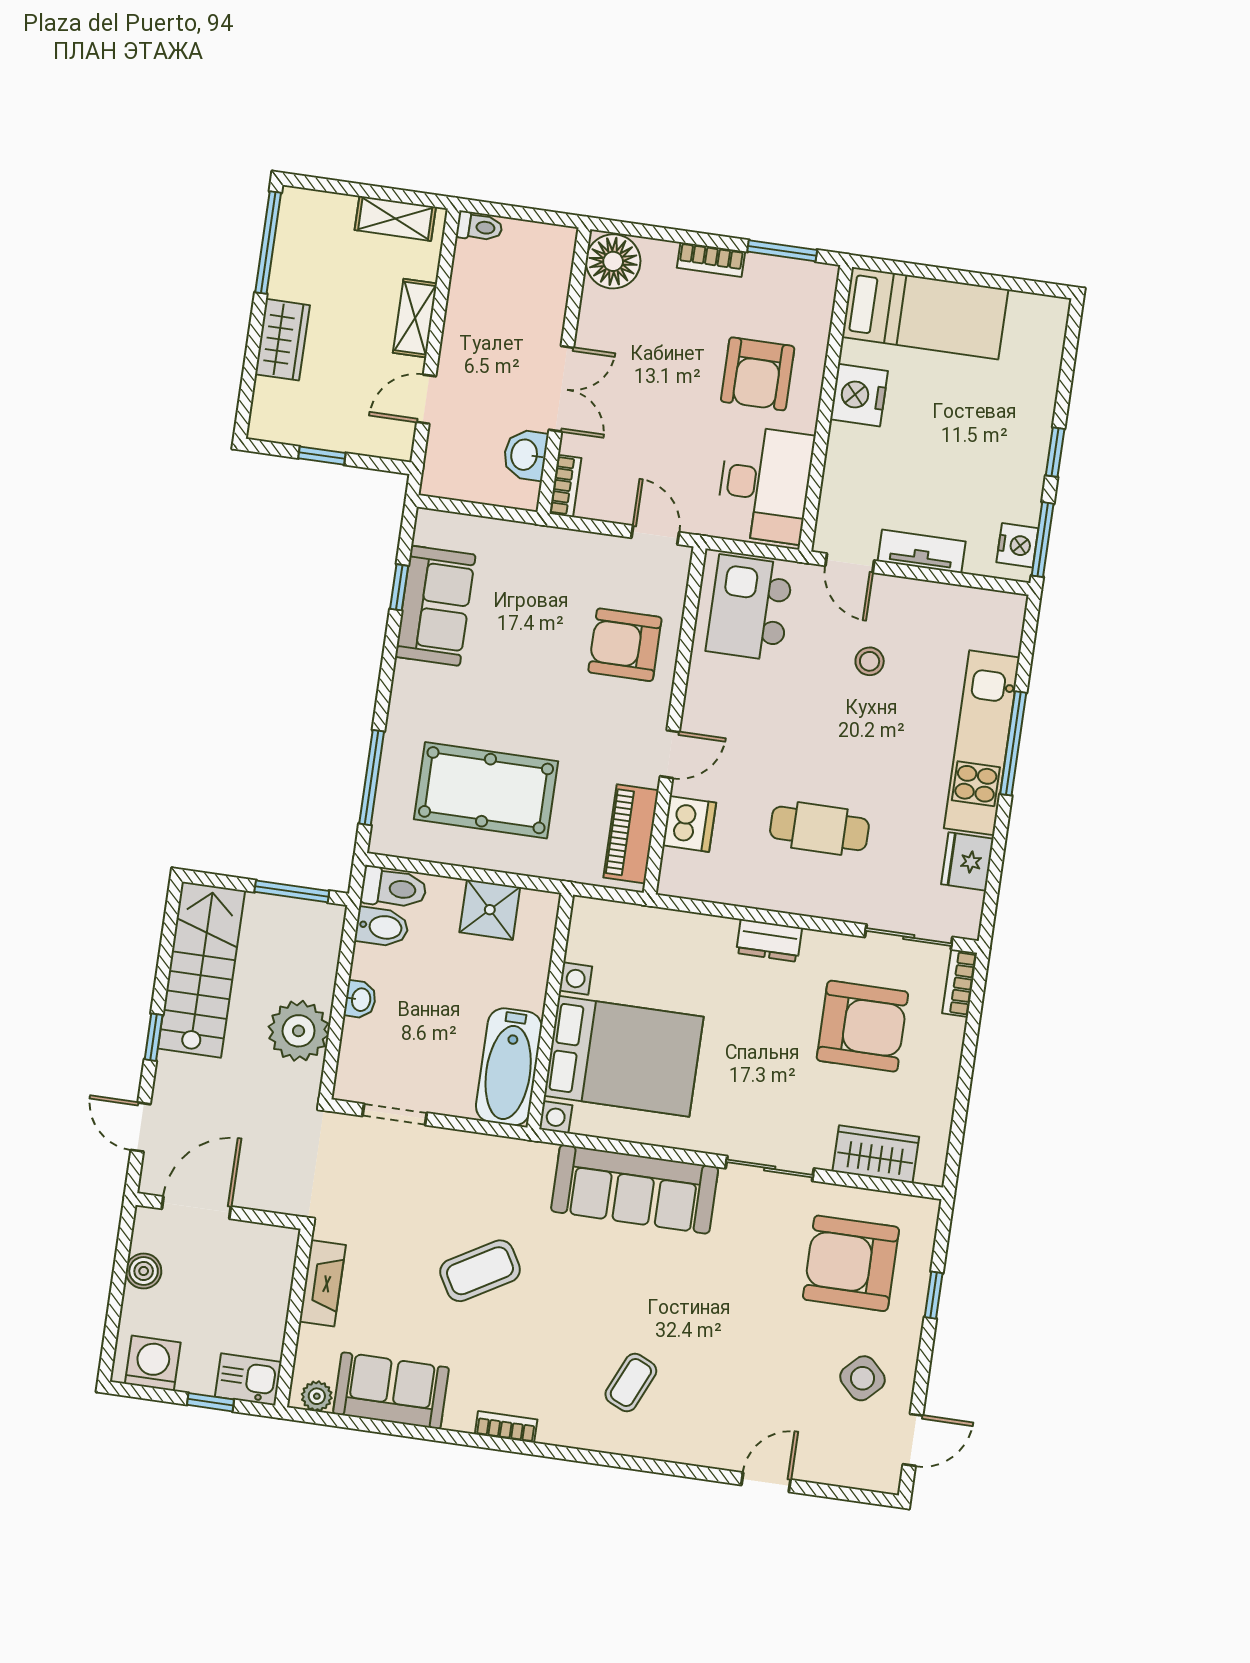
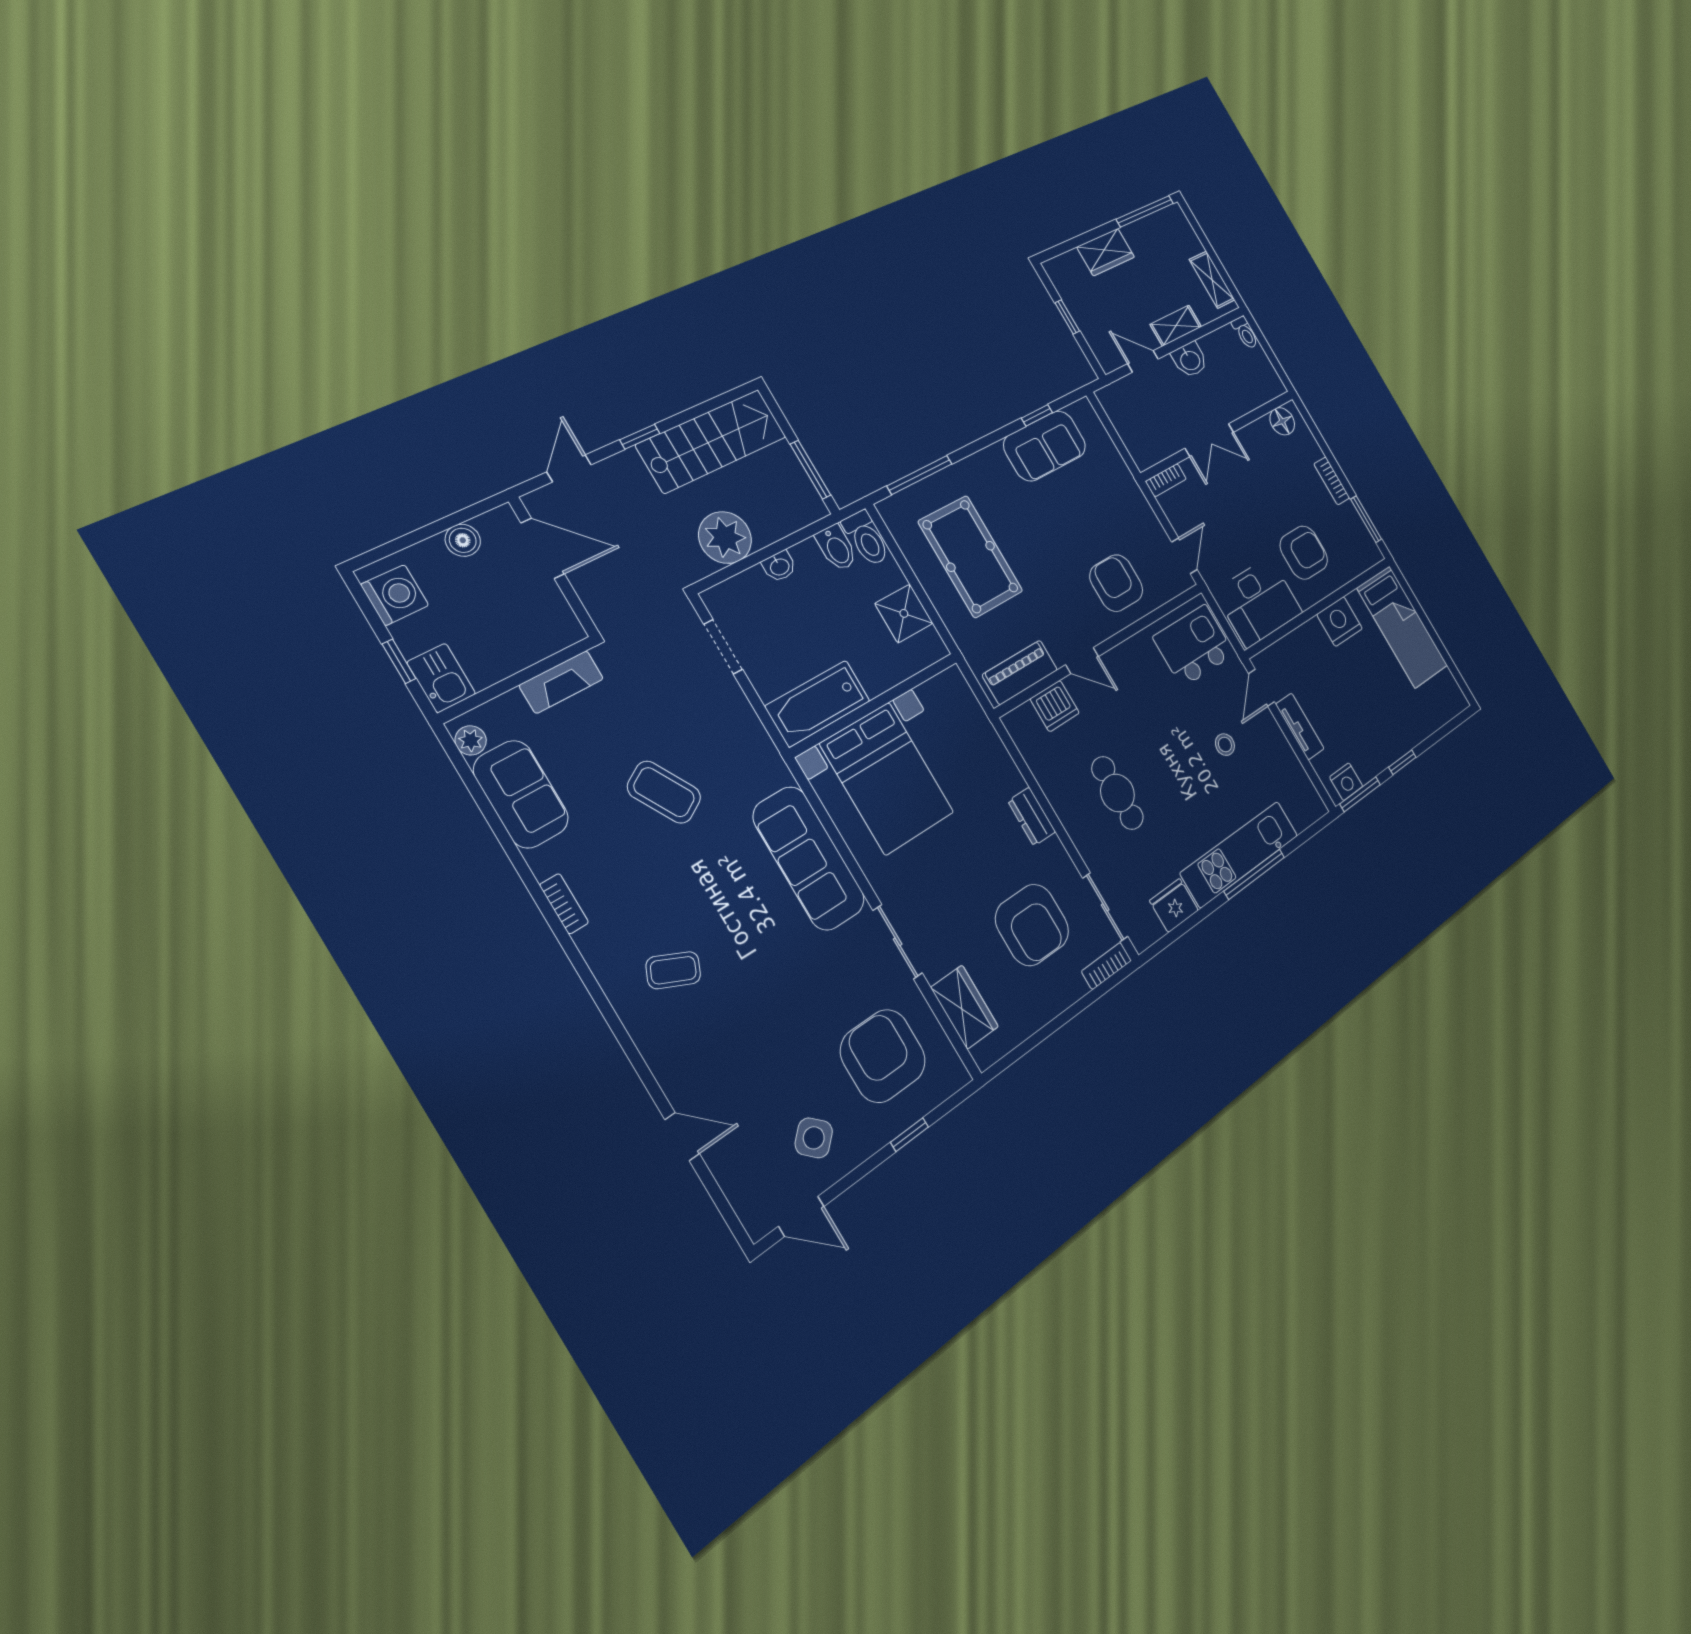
floor lamp: (613, 261) -> (1282, 421), width x0.73, depth x0.73
armchair: (758, 374) -> (1304, 553), turned 180
washbasin: (525, 455) -> (1190, 360), moved, turned 180

